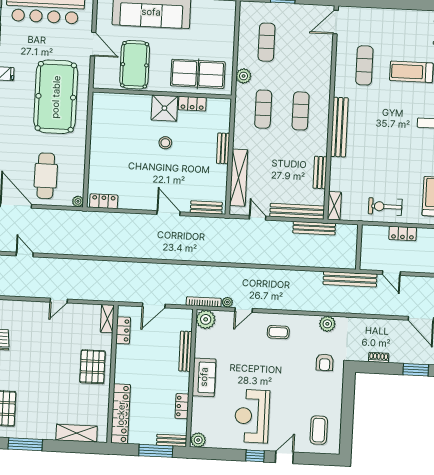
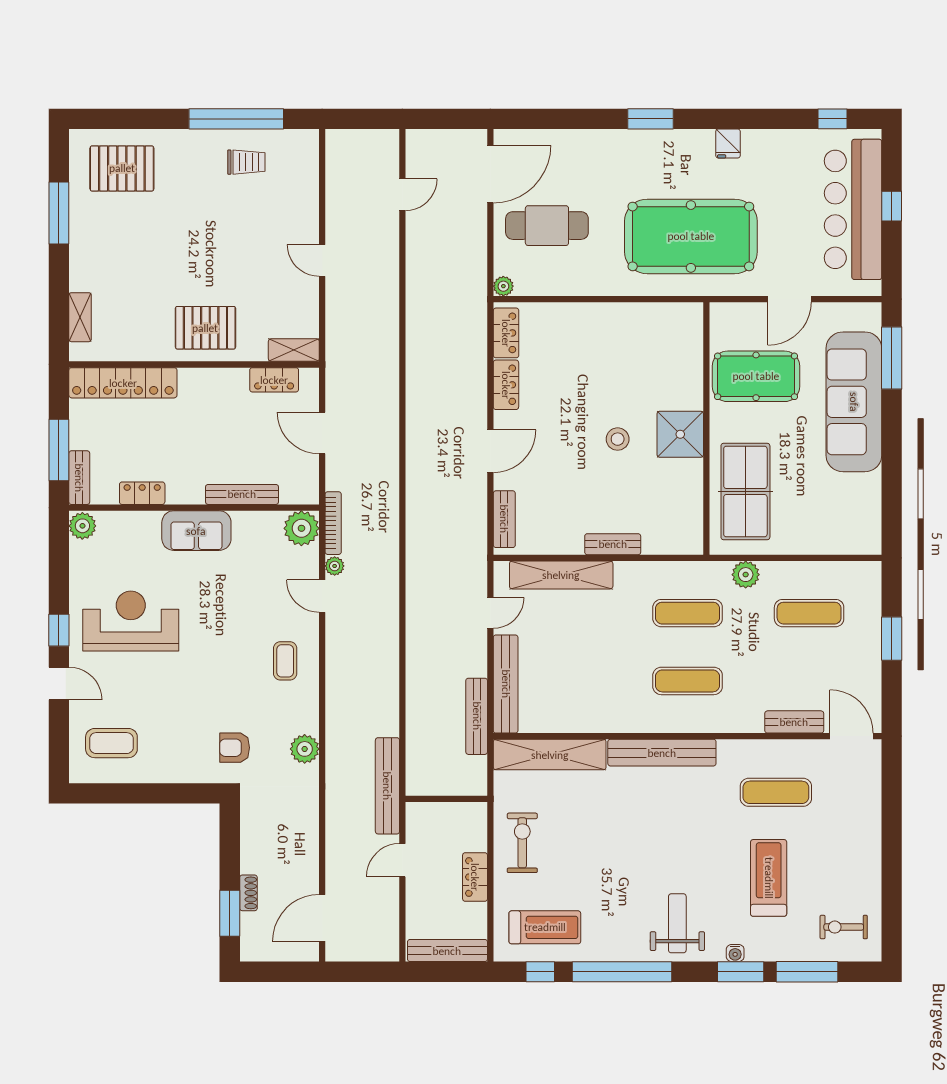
locker: (192, 104) -> (506, 385), moved, turned 180
bench: (320, 173) -> (794, 722), moved
shelving: (334, 206) -> (550, 755), width x2.20, depth x1.33
shoe rack: (379, 357) -> (248, 893), moved
shelving: (77, 433) -> (80, 317), width x0.67, depth x0.75

